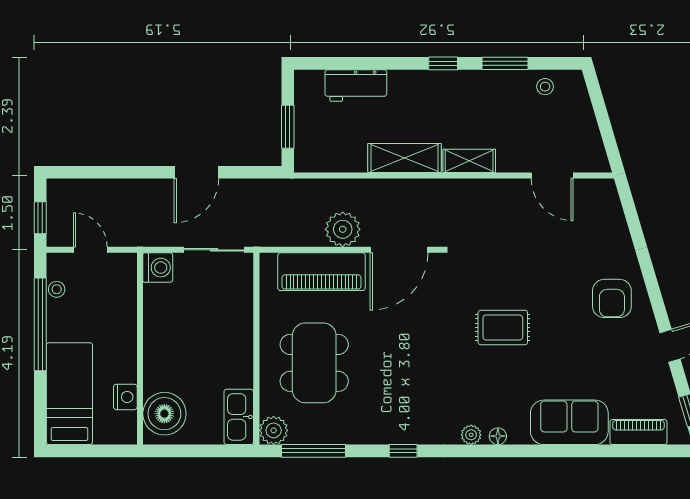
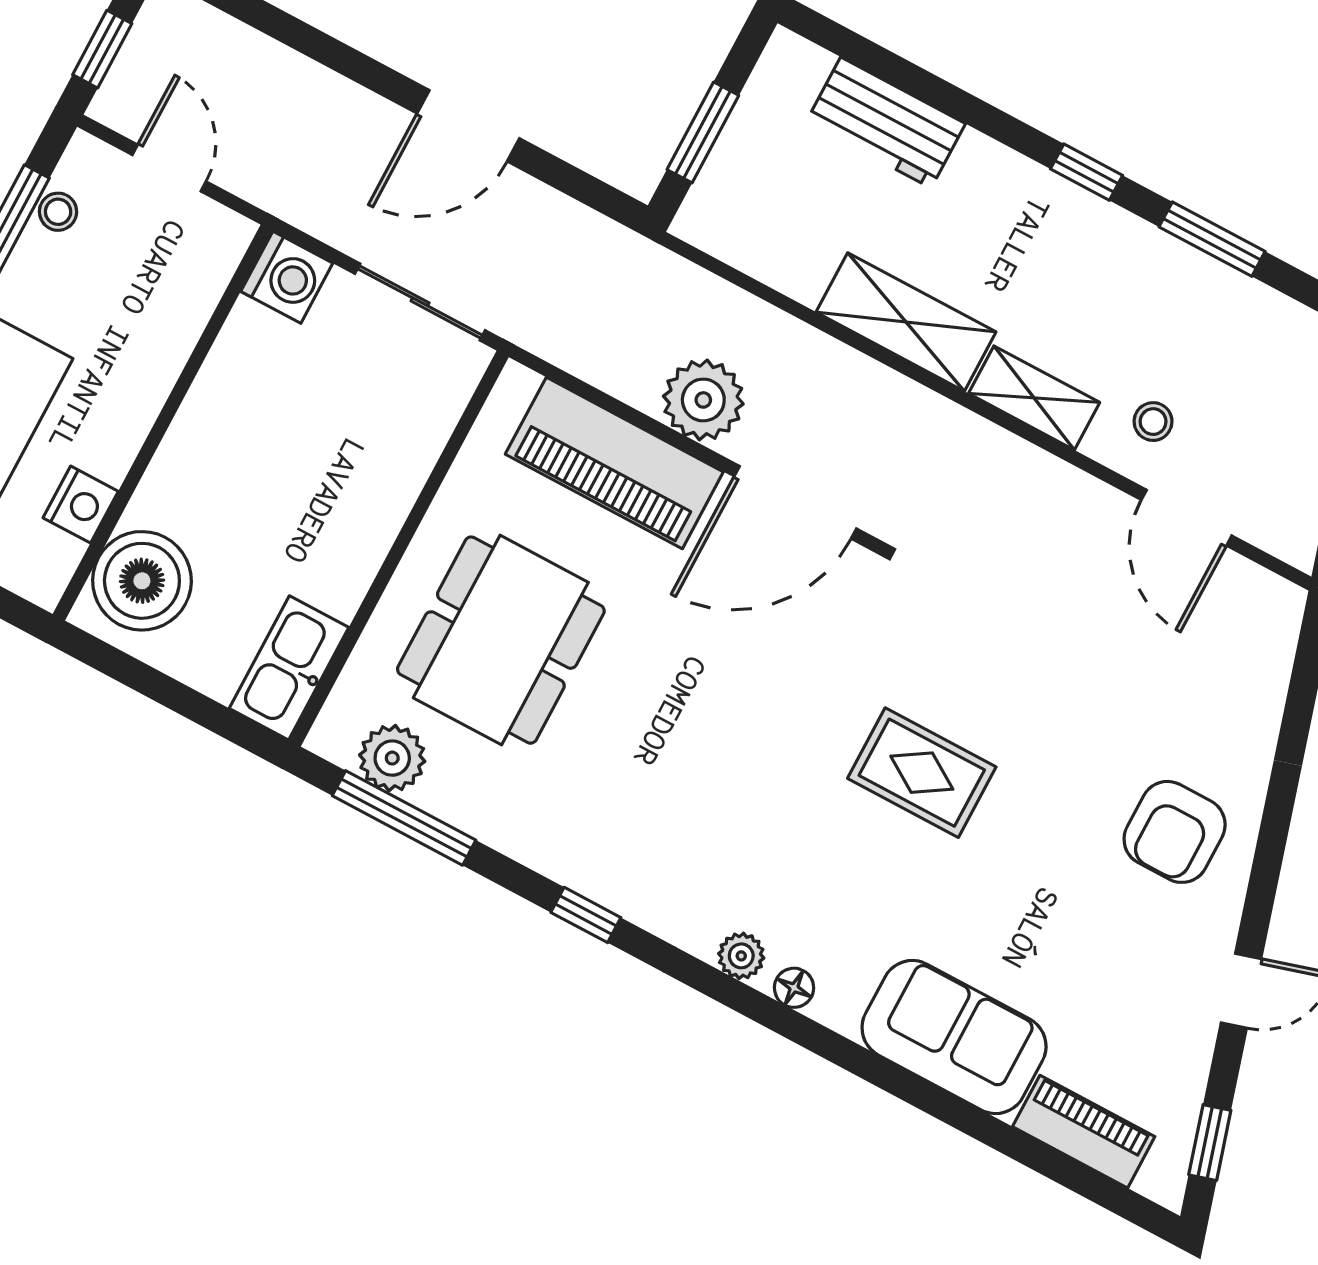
stool: (545, 87) -> (1153, 422), moved
plant: (274, 430) -> (392, 758), moved

